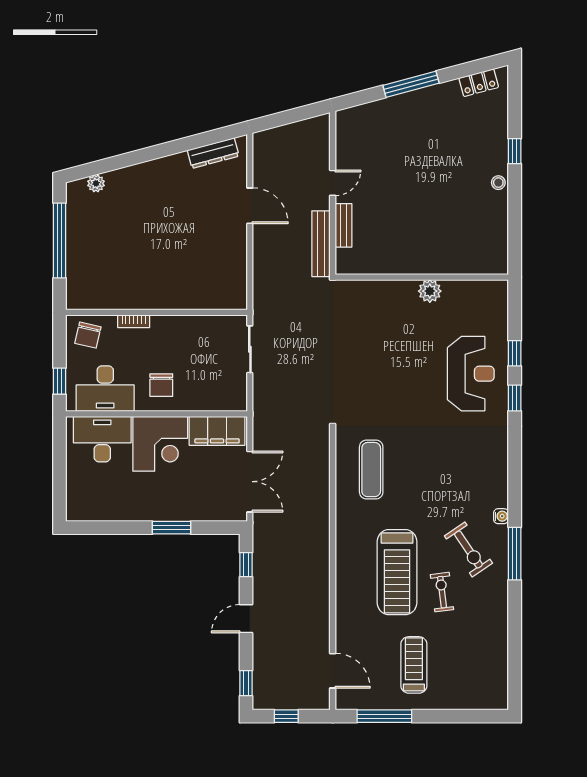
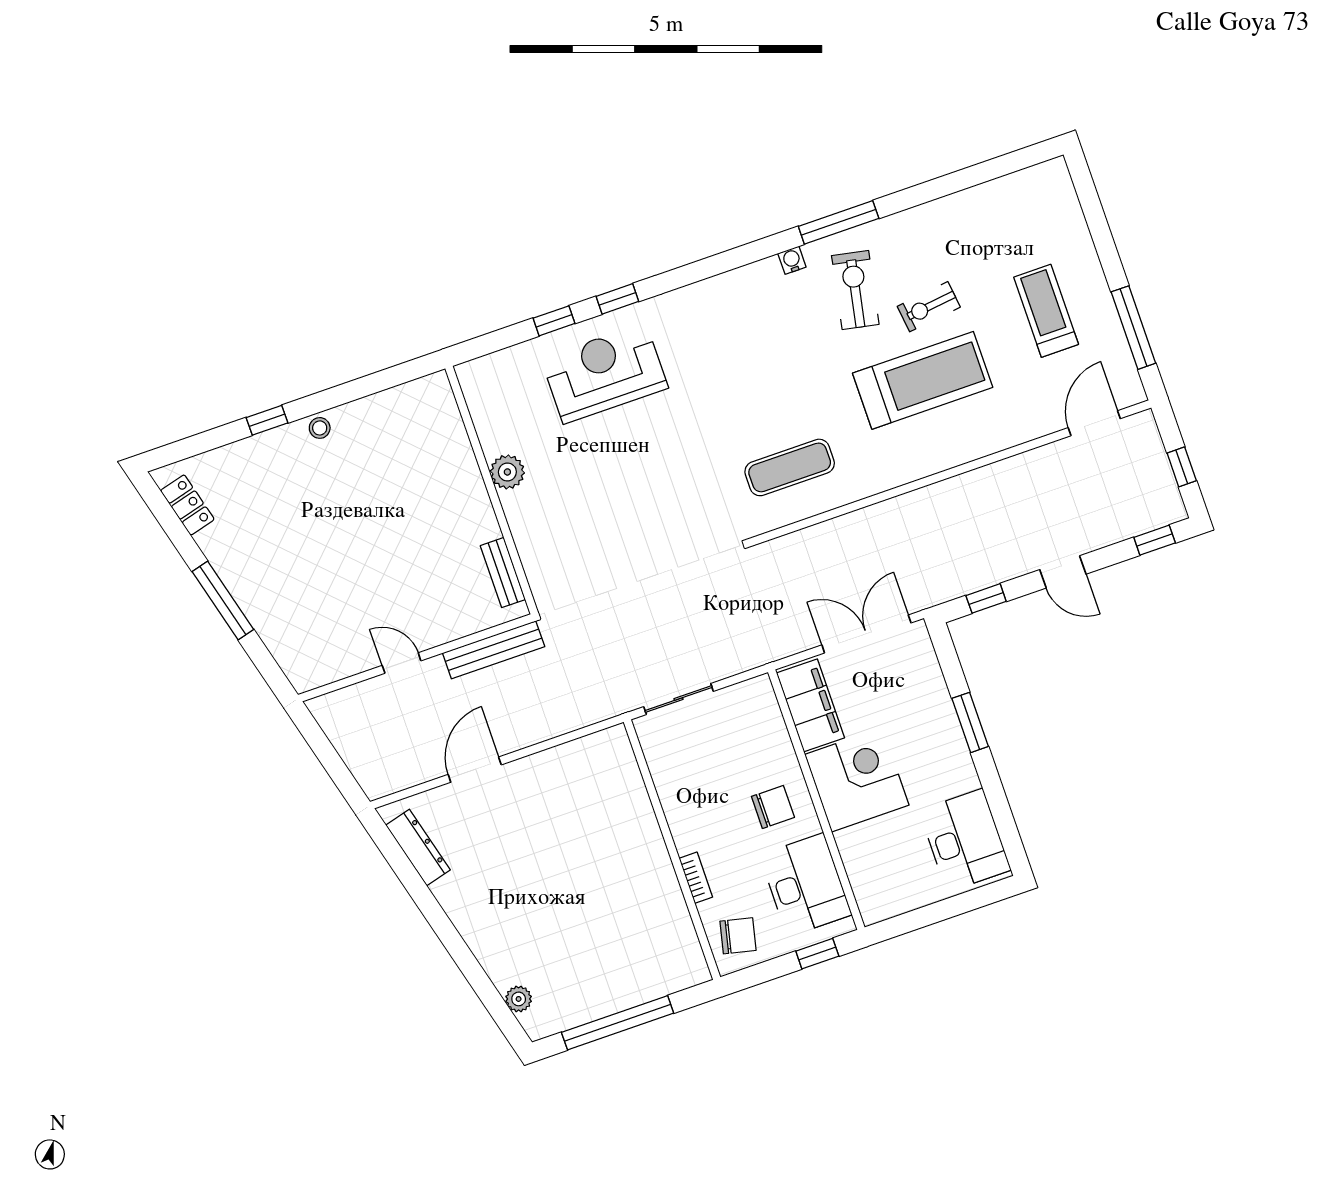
bench: (344, 225) -> (503, 573), moved, turned 90
desk: (102, 439) -> (965, 840), moved, turned 180
exercise bike: (468, 549) -> (855, 290), turned -45
treadmill: (414, 665) -> (1046, 311), turned 90

